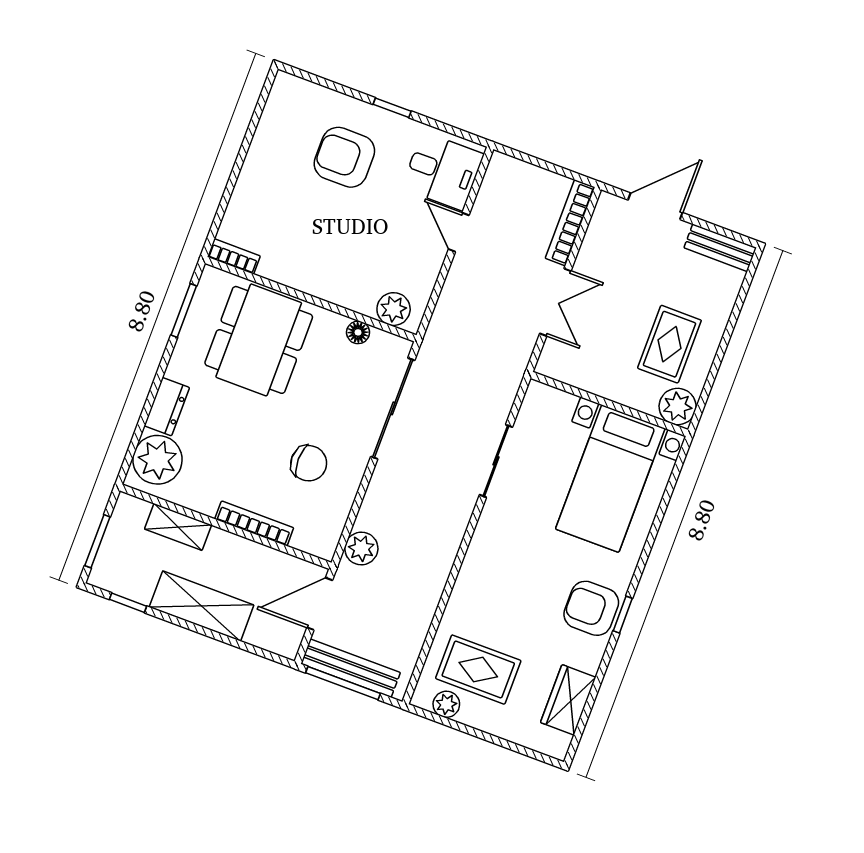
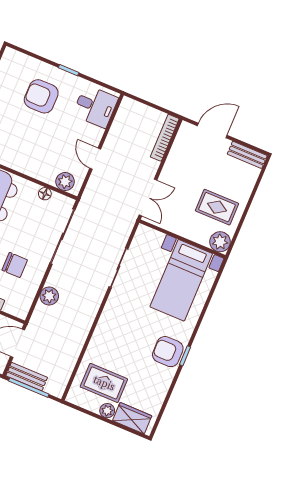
door: (459, 232) -> (95, 159), moved
double door: (555, 302) -> (148, 198), moved
rug: (669, 344) -> (217, 207), turned 90
plant: (361, 548) -> (49, 296), moved
bench: (351, 668) -> (27, 377), width x0.73
wardrobe: (568, 700) -> (132, 418), moved, turned 90
plant: (446, 704) -> (107, 411), moved

